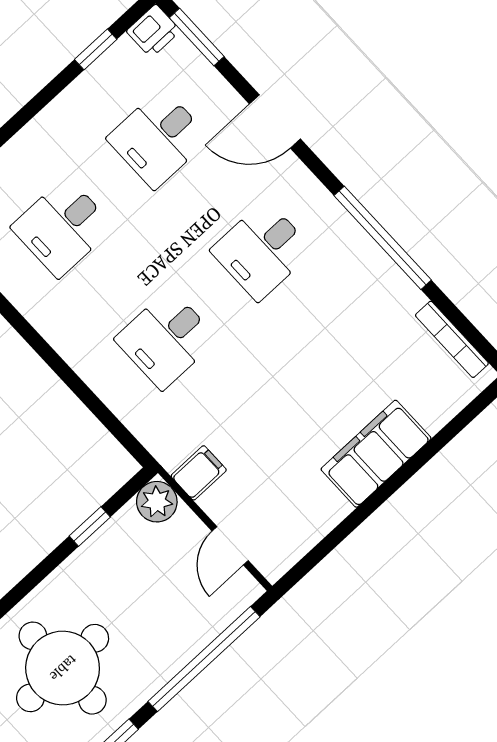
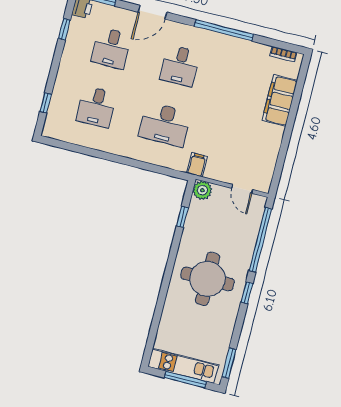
desk: (166, 339) -> (165, 124), width x1.37
bookcase: (452, 339) -> (283, 54), width x0.64
filing cabinet: (376, 454) -> (280, 100), moved
filing cabinet: (199, 473) -> (197, 165), moved

